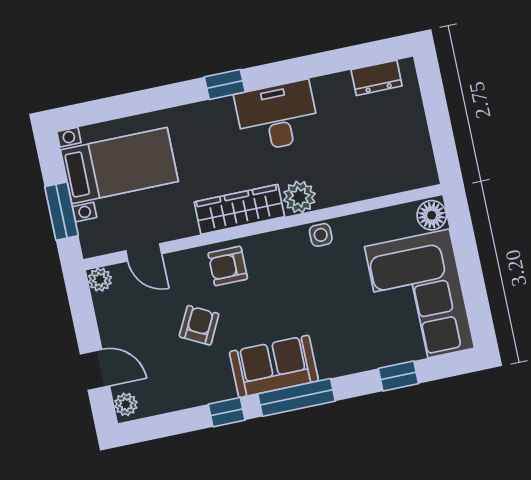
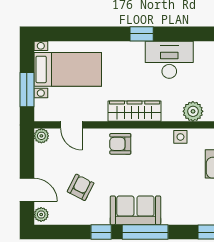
plant: (299, 197) -> (193, 111), moved
armchair: (199, 325) -> (81, 187), moved

